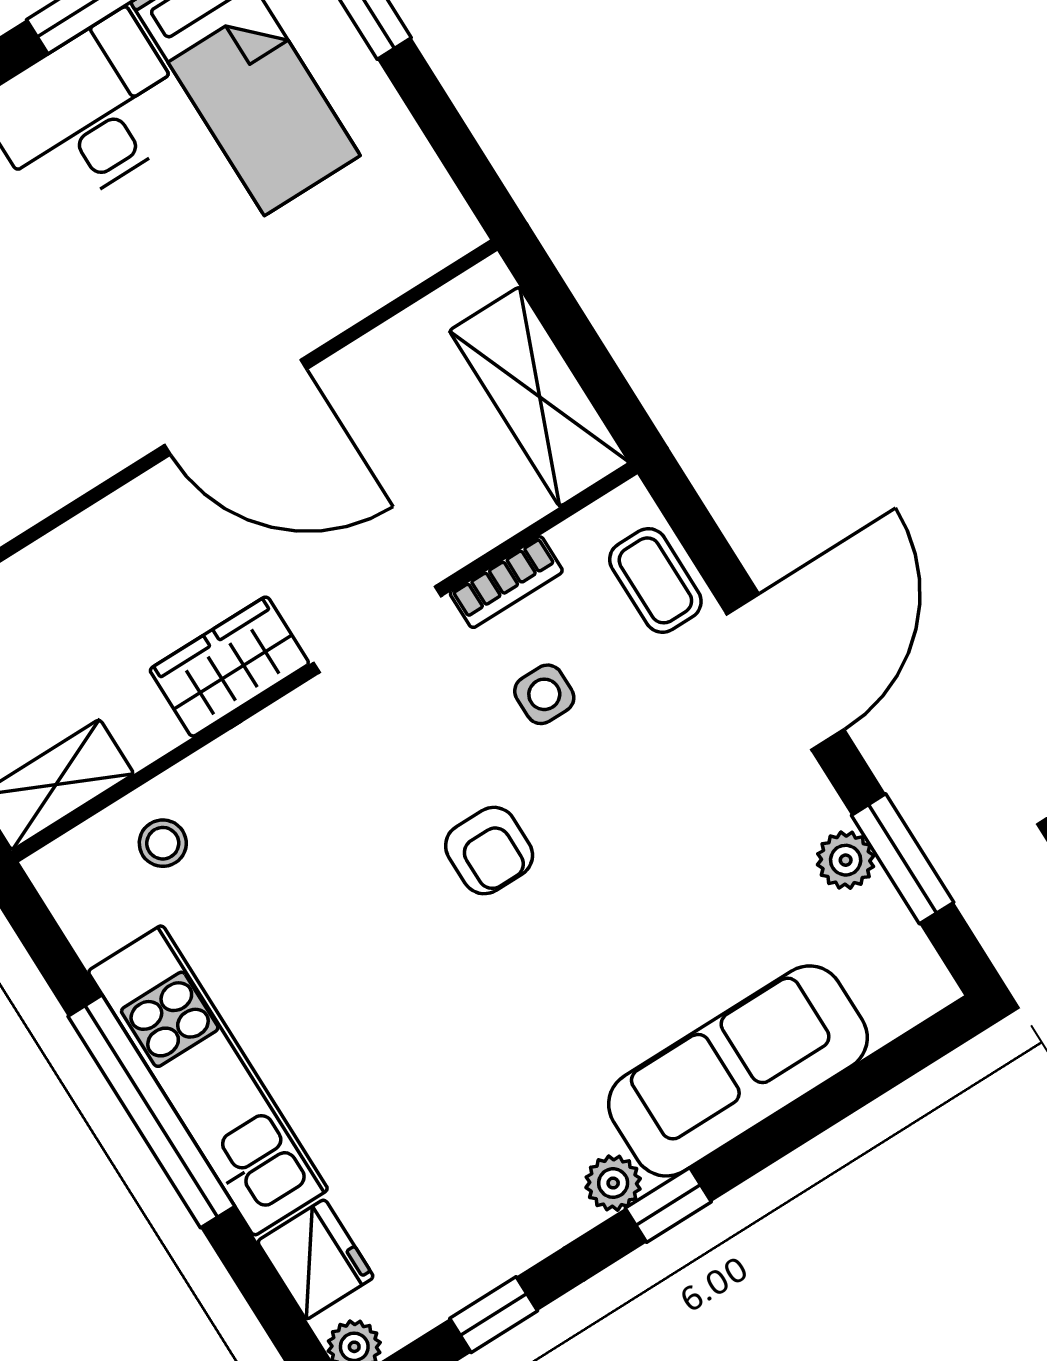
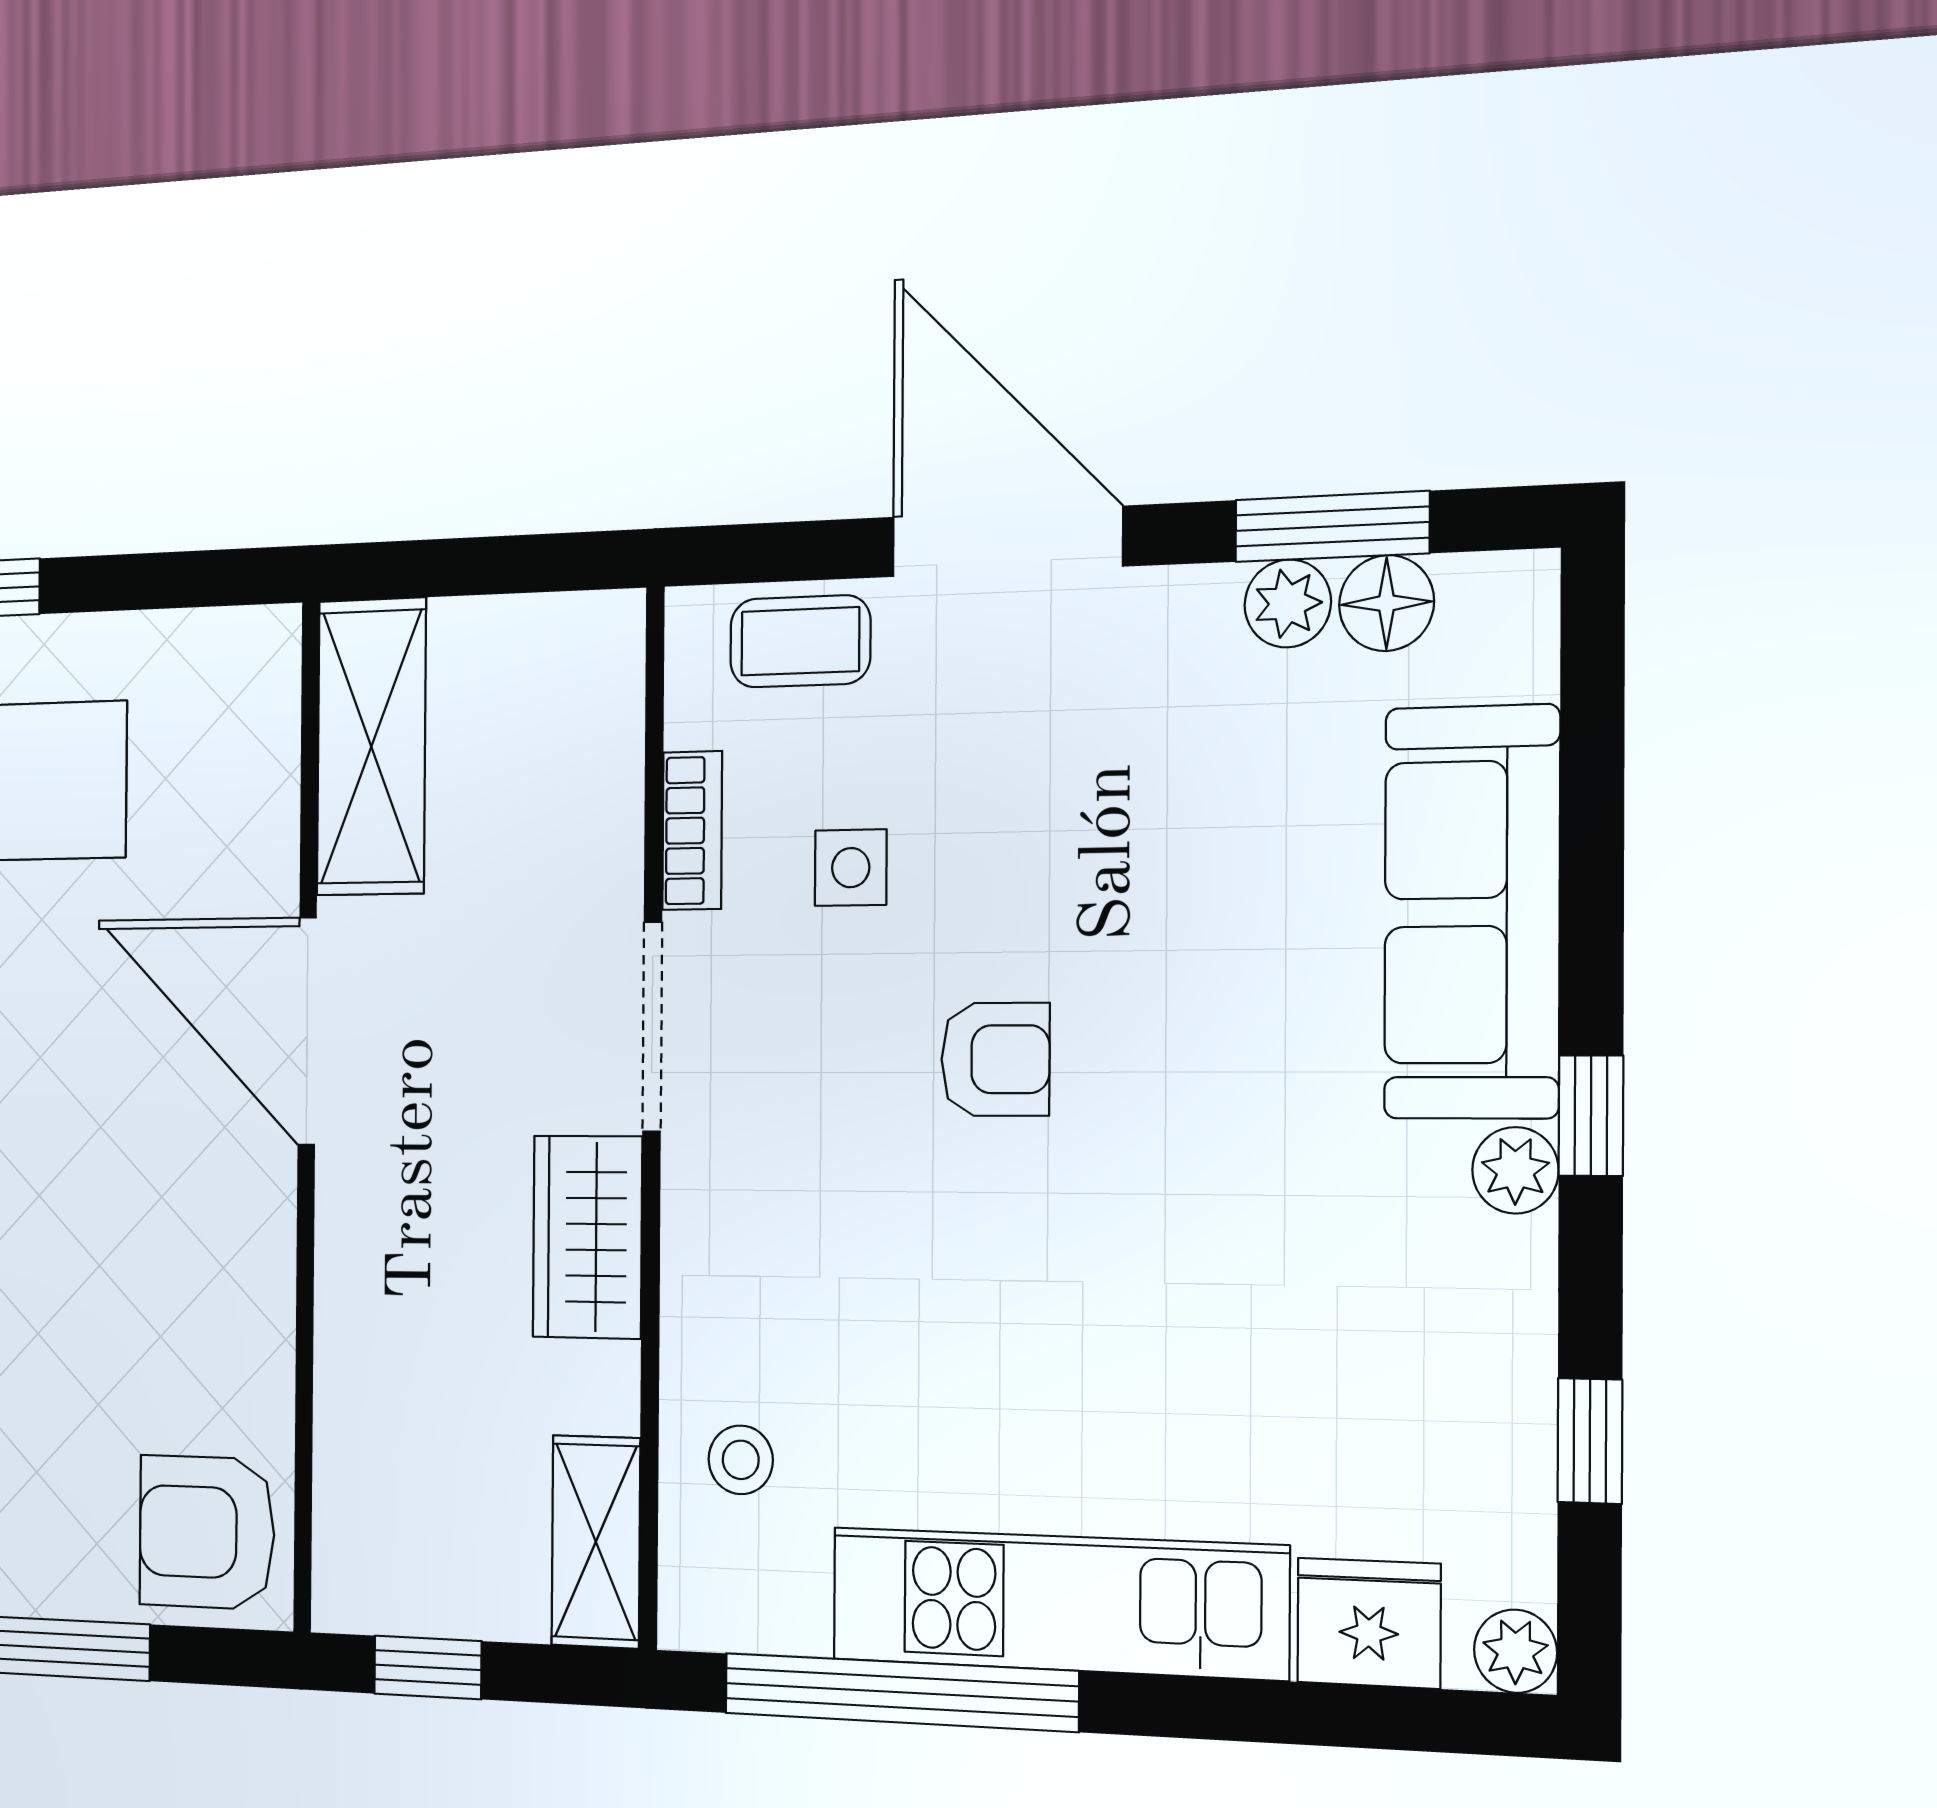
shelving: (540, 397) -> (371, 747), moved, turned 90
door: (236, 407) -> (307, 1031), swing flipped
floor lamp: (878, 917) -> (1386, 603), added
window: (151, 1111) -> (900, 1692), moved

